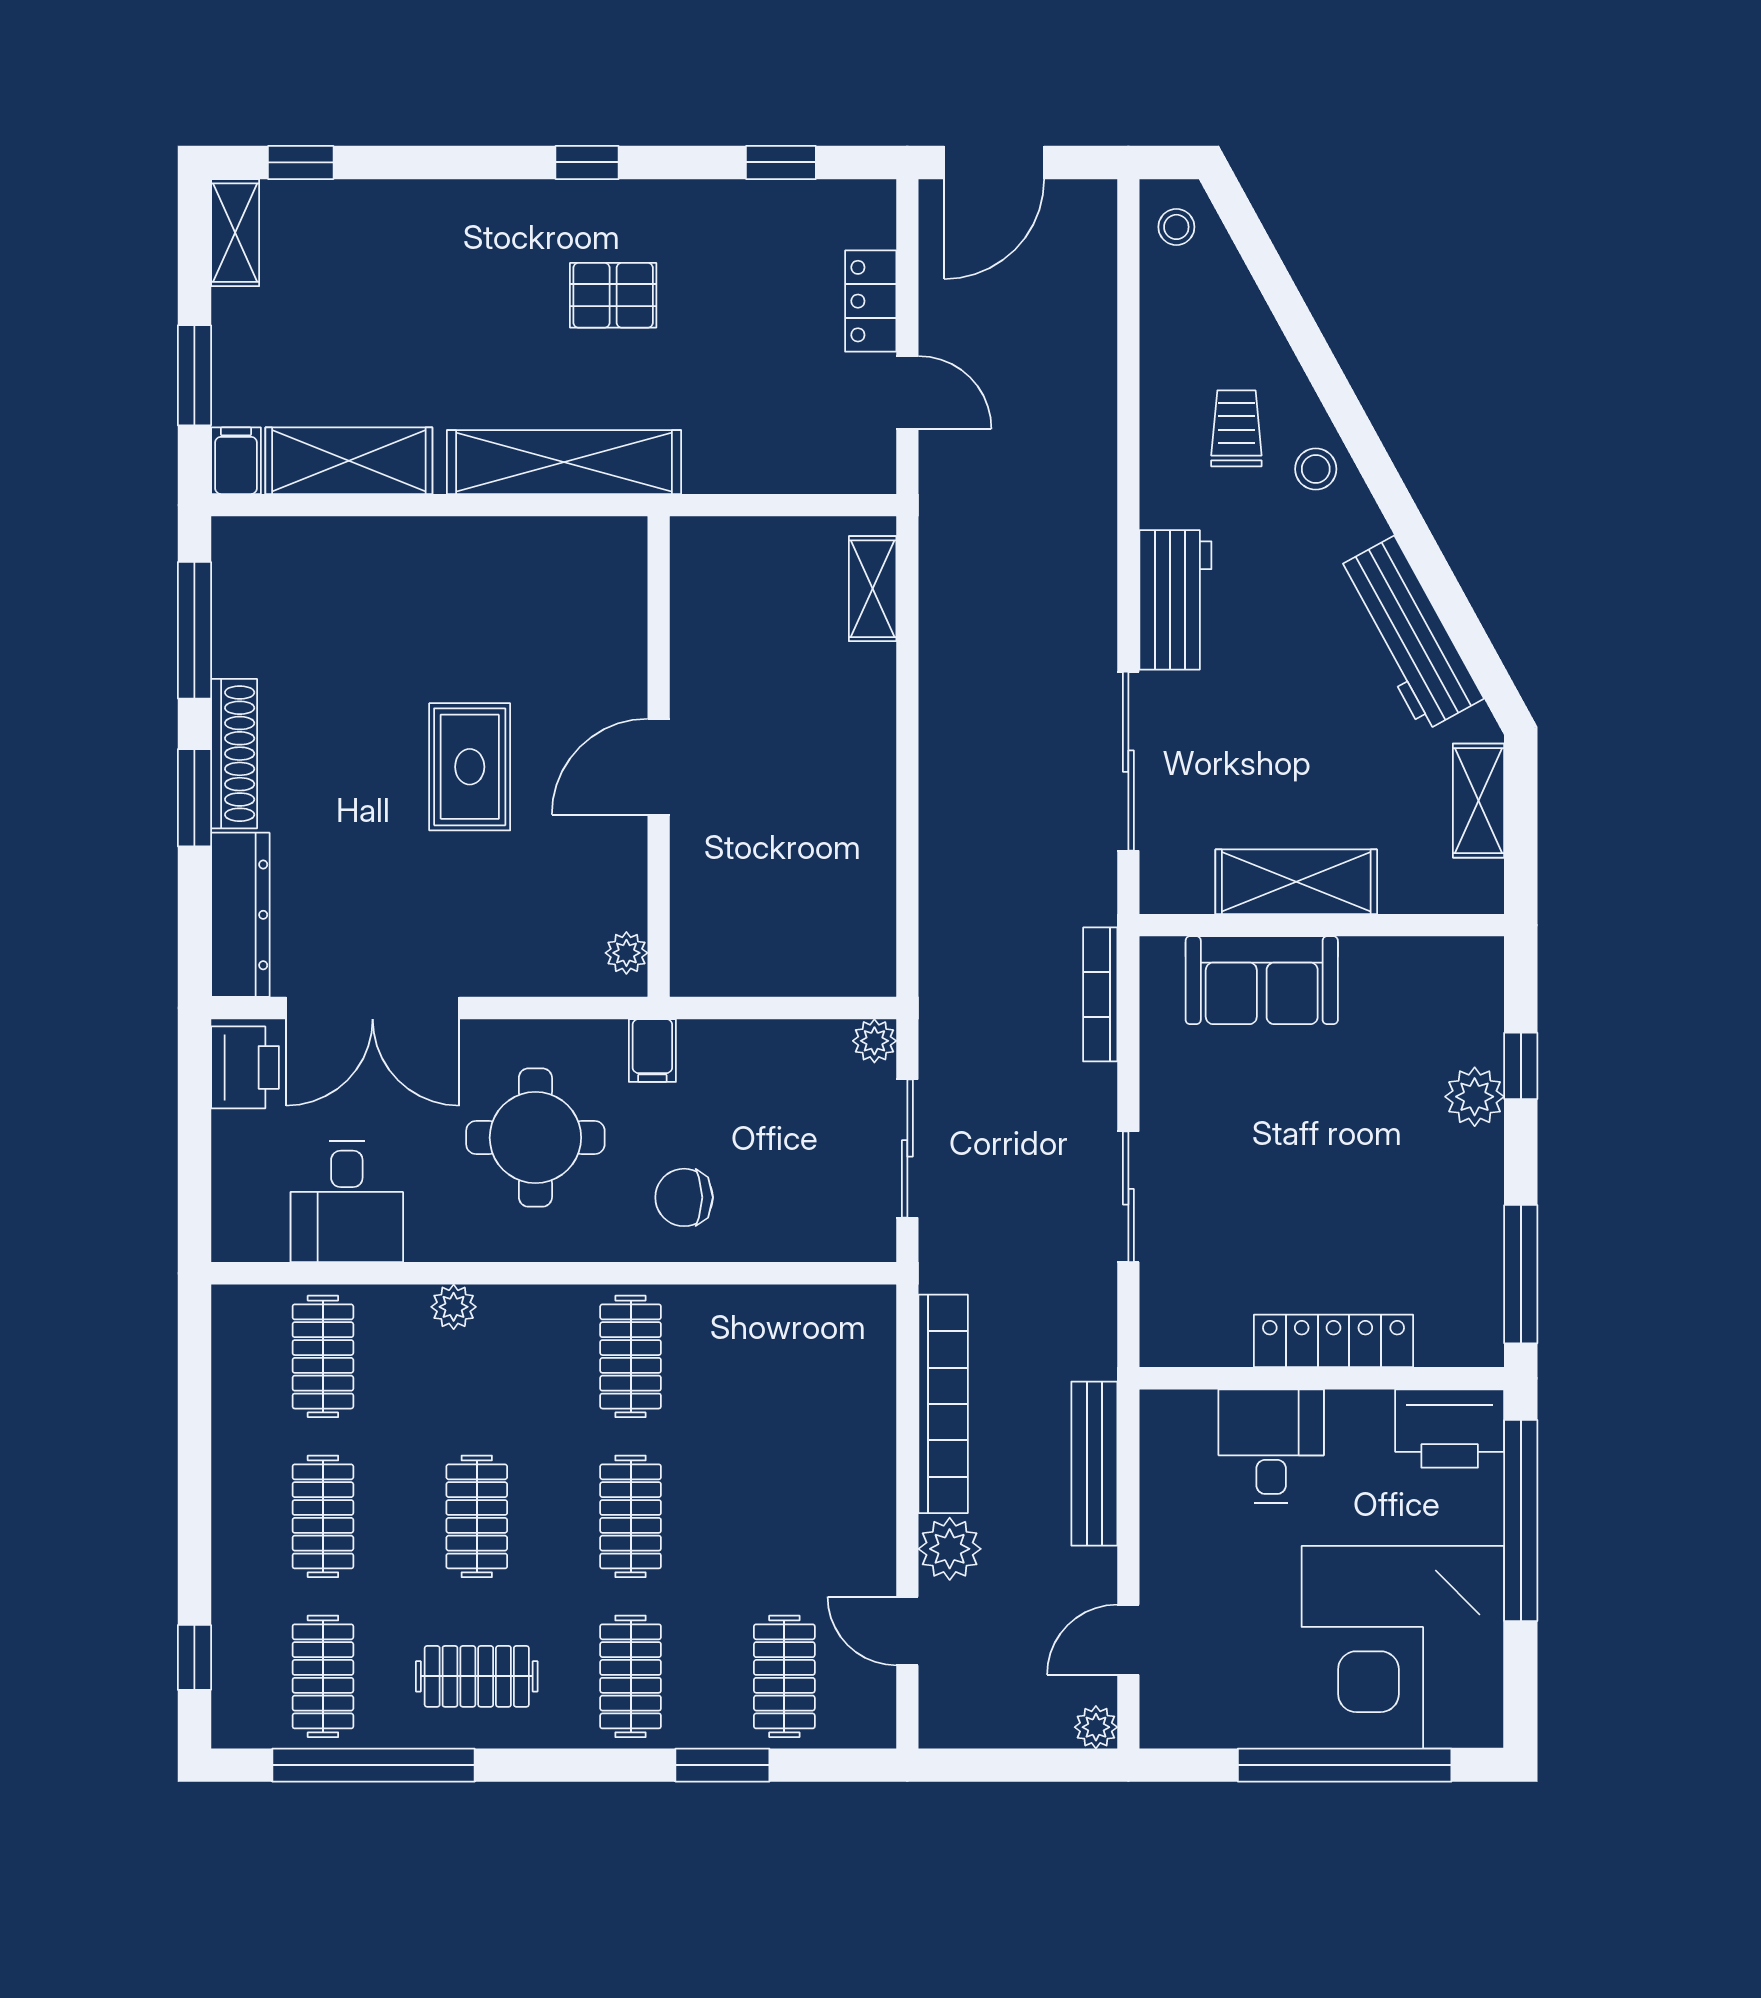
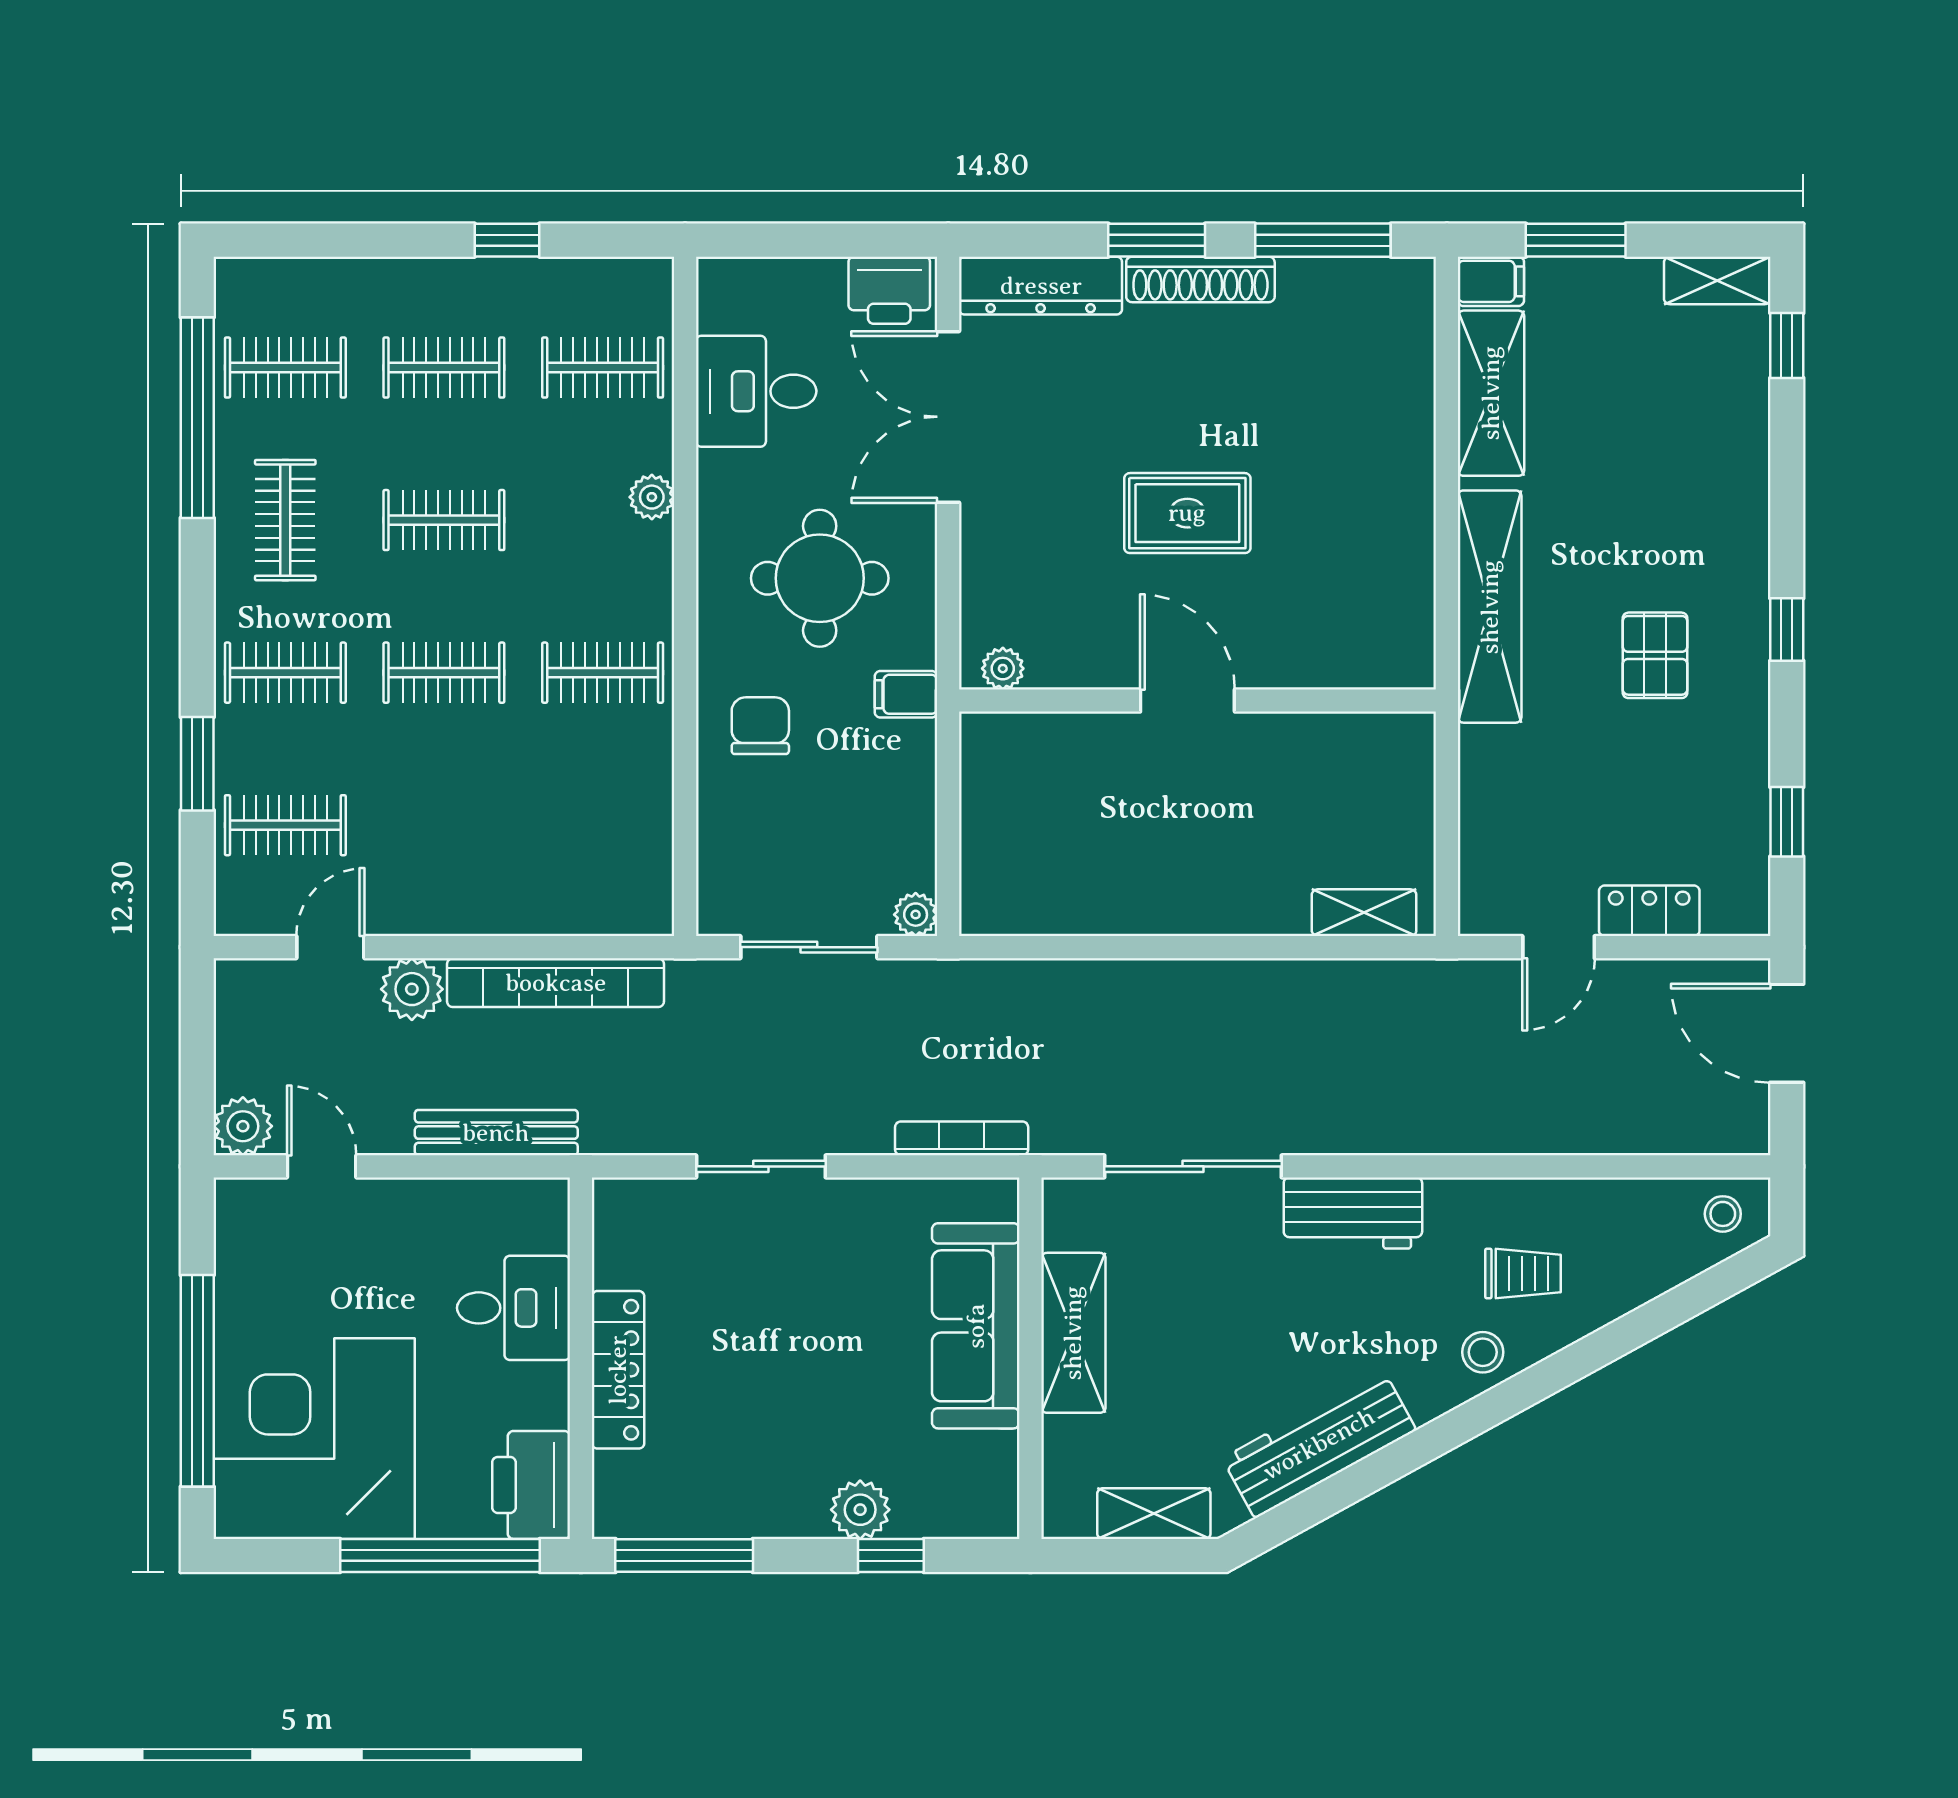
sofa: (1262, 980) -> (976, 1326), width x1.36
window: (194, 1657) -> (507, 240), moved
plant: (1096, 1727) -> (243, 1126), width x1.38, depth x1.38

